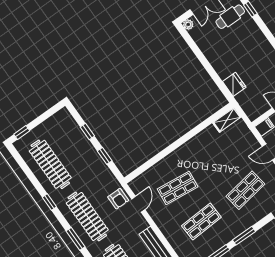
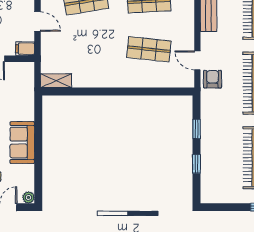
sofa: (220, 60) -> (22, 143), added
fridge: (234, 84) -> (25, 109), removed
door: (138, 204) -> (197, 60), hinge flipped

